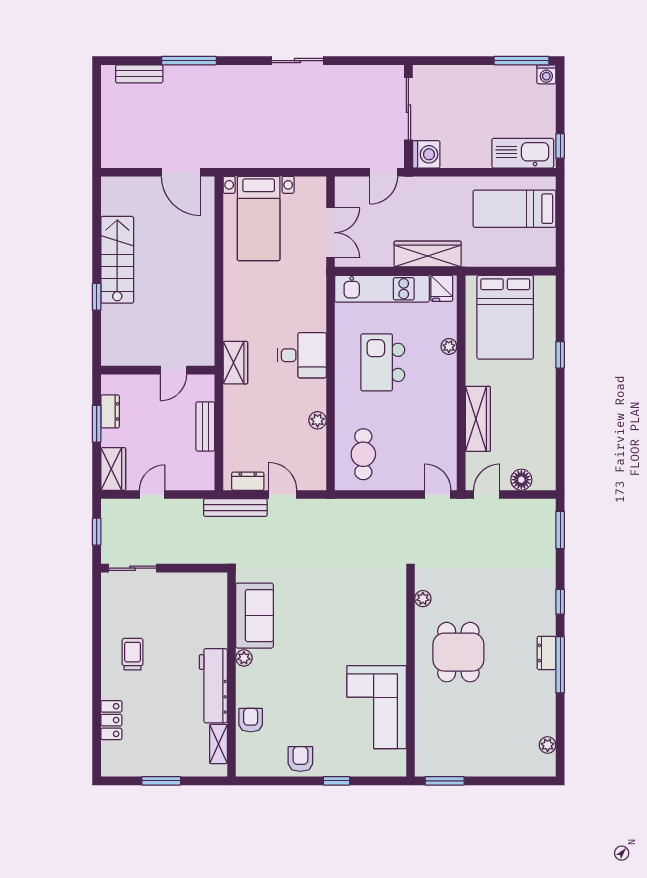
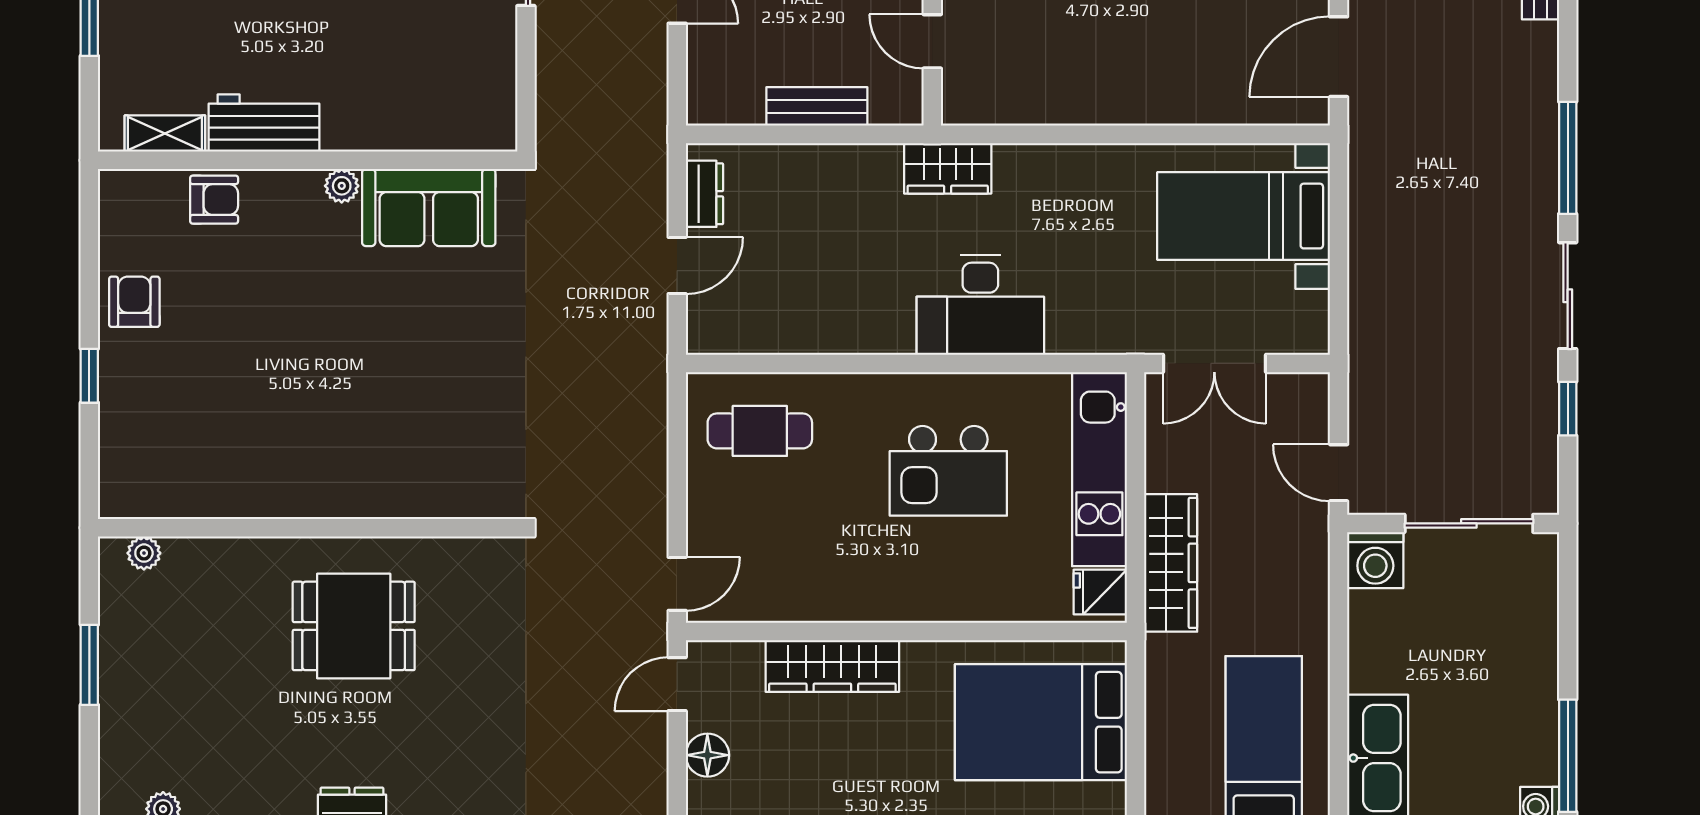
window: (189, 61) -> (1568, 158), moved
window: (352, 61) -> (1568, 409), added
plant: (449, 346) -> (981, 607), removed
desk: (302, 355) -> (980, 305), width x1.37
kitchen island: (383, 362) -> (948, 471), turned 180
plant: (318, 420) -> (829, 337), removed
door: (487, 494) -> (677, 684), swing flipped
bench: (235, 508) -> (650, 168), removed
plant: (423, 599) -> (144, 553), moved
workbench: (213, 686) -> (264, 123), width x0.73
corner sofa: (377, 707) -> (241, 458), removed
armchair: (300, 759) -> (134, 302), turned -90
window: (445, 781) -> (89, 665), moved

